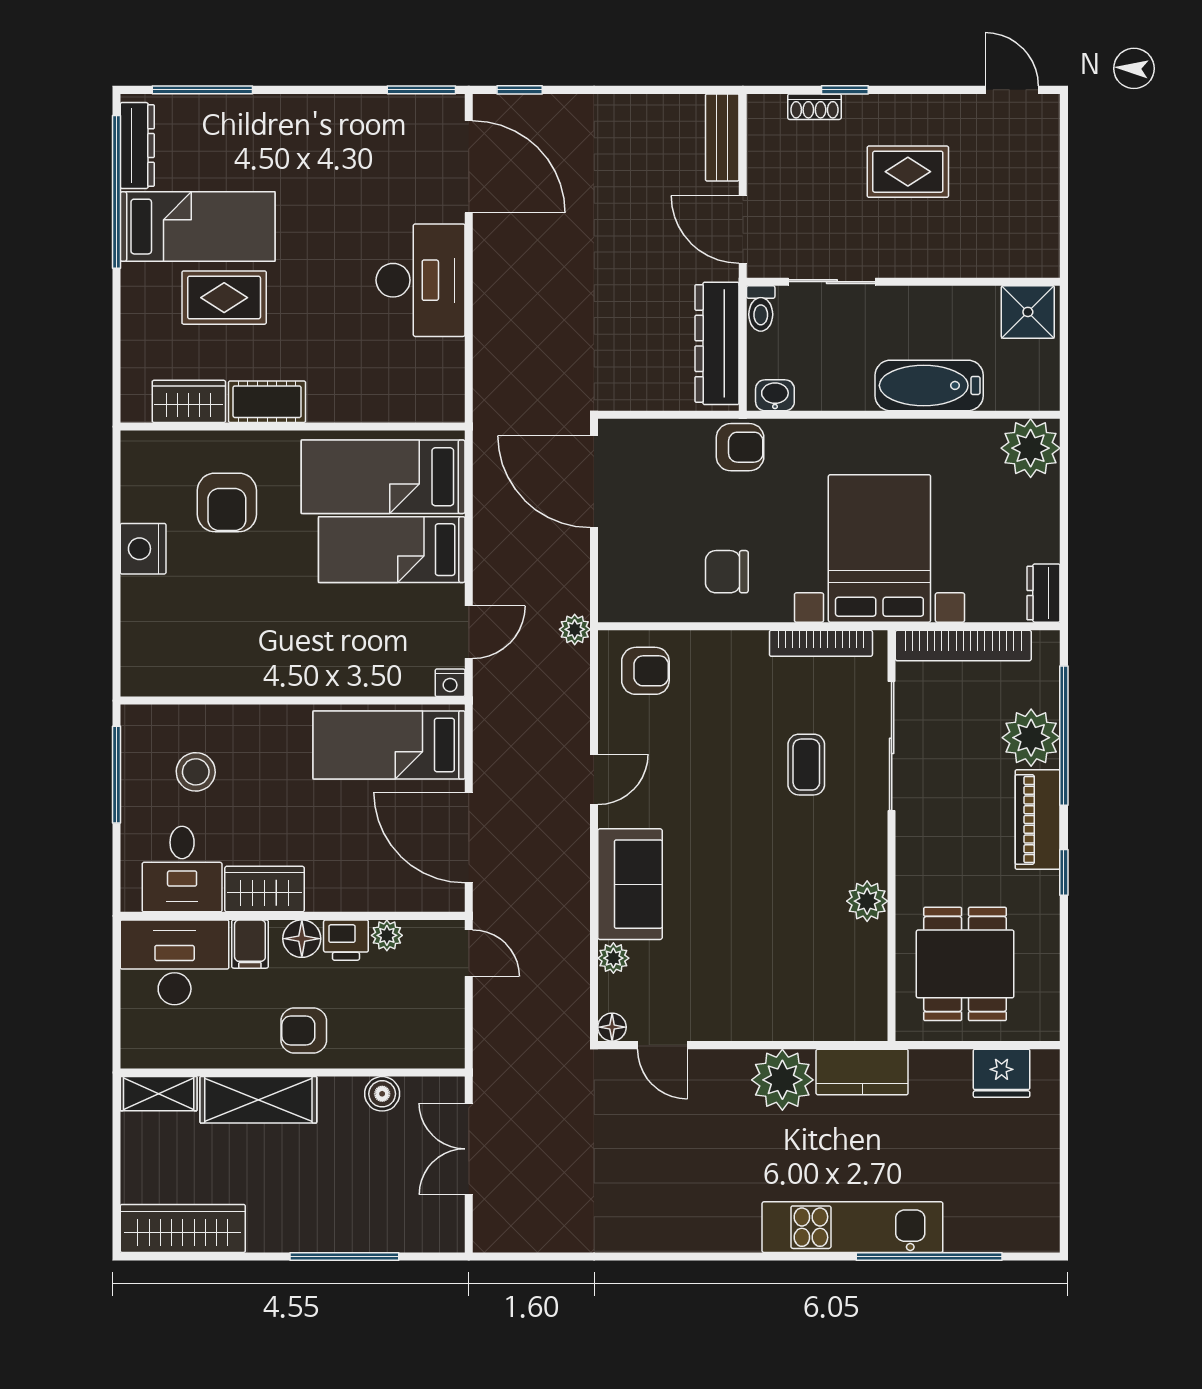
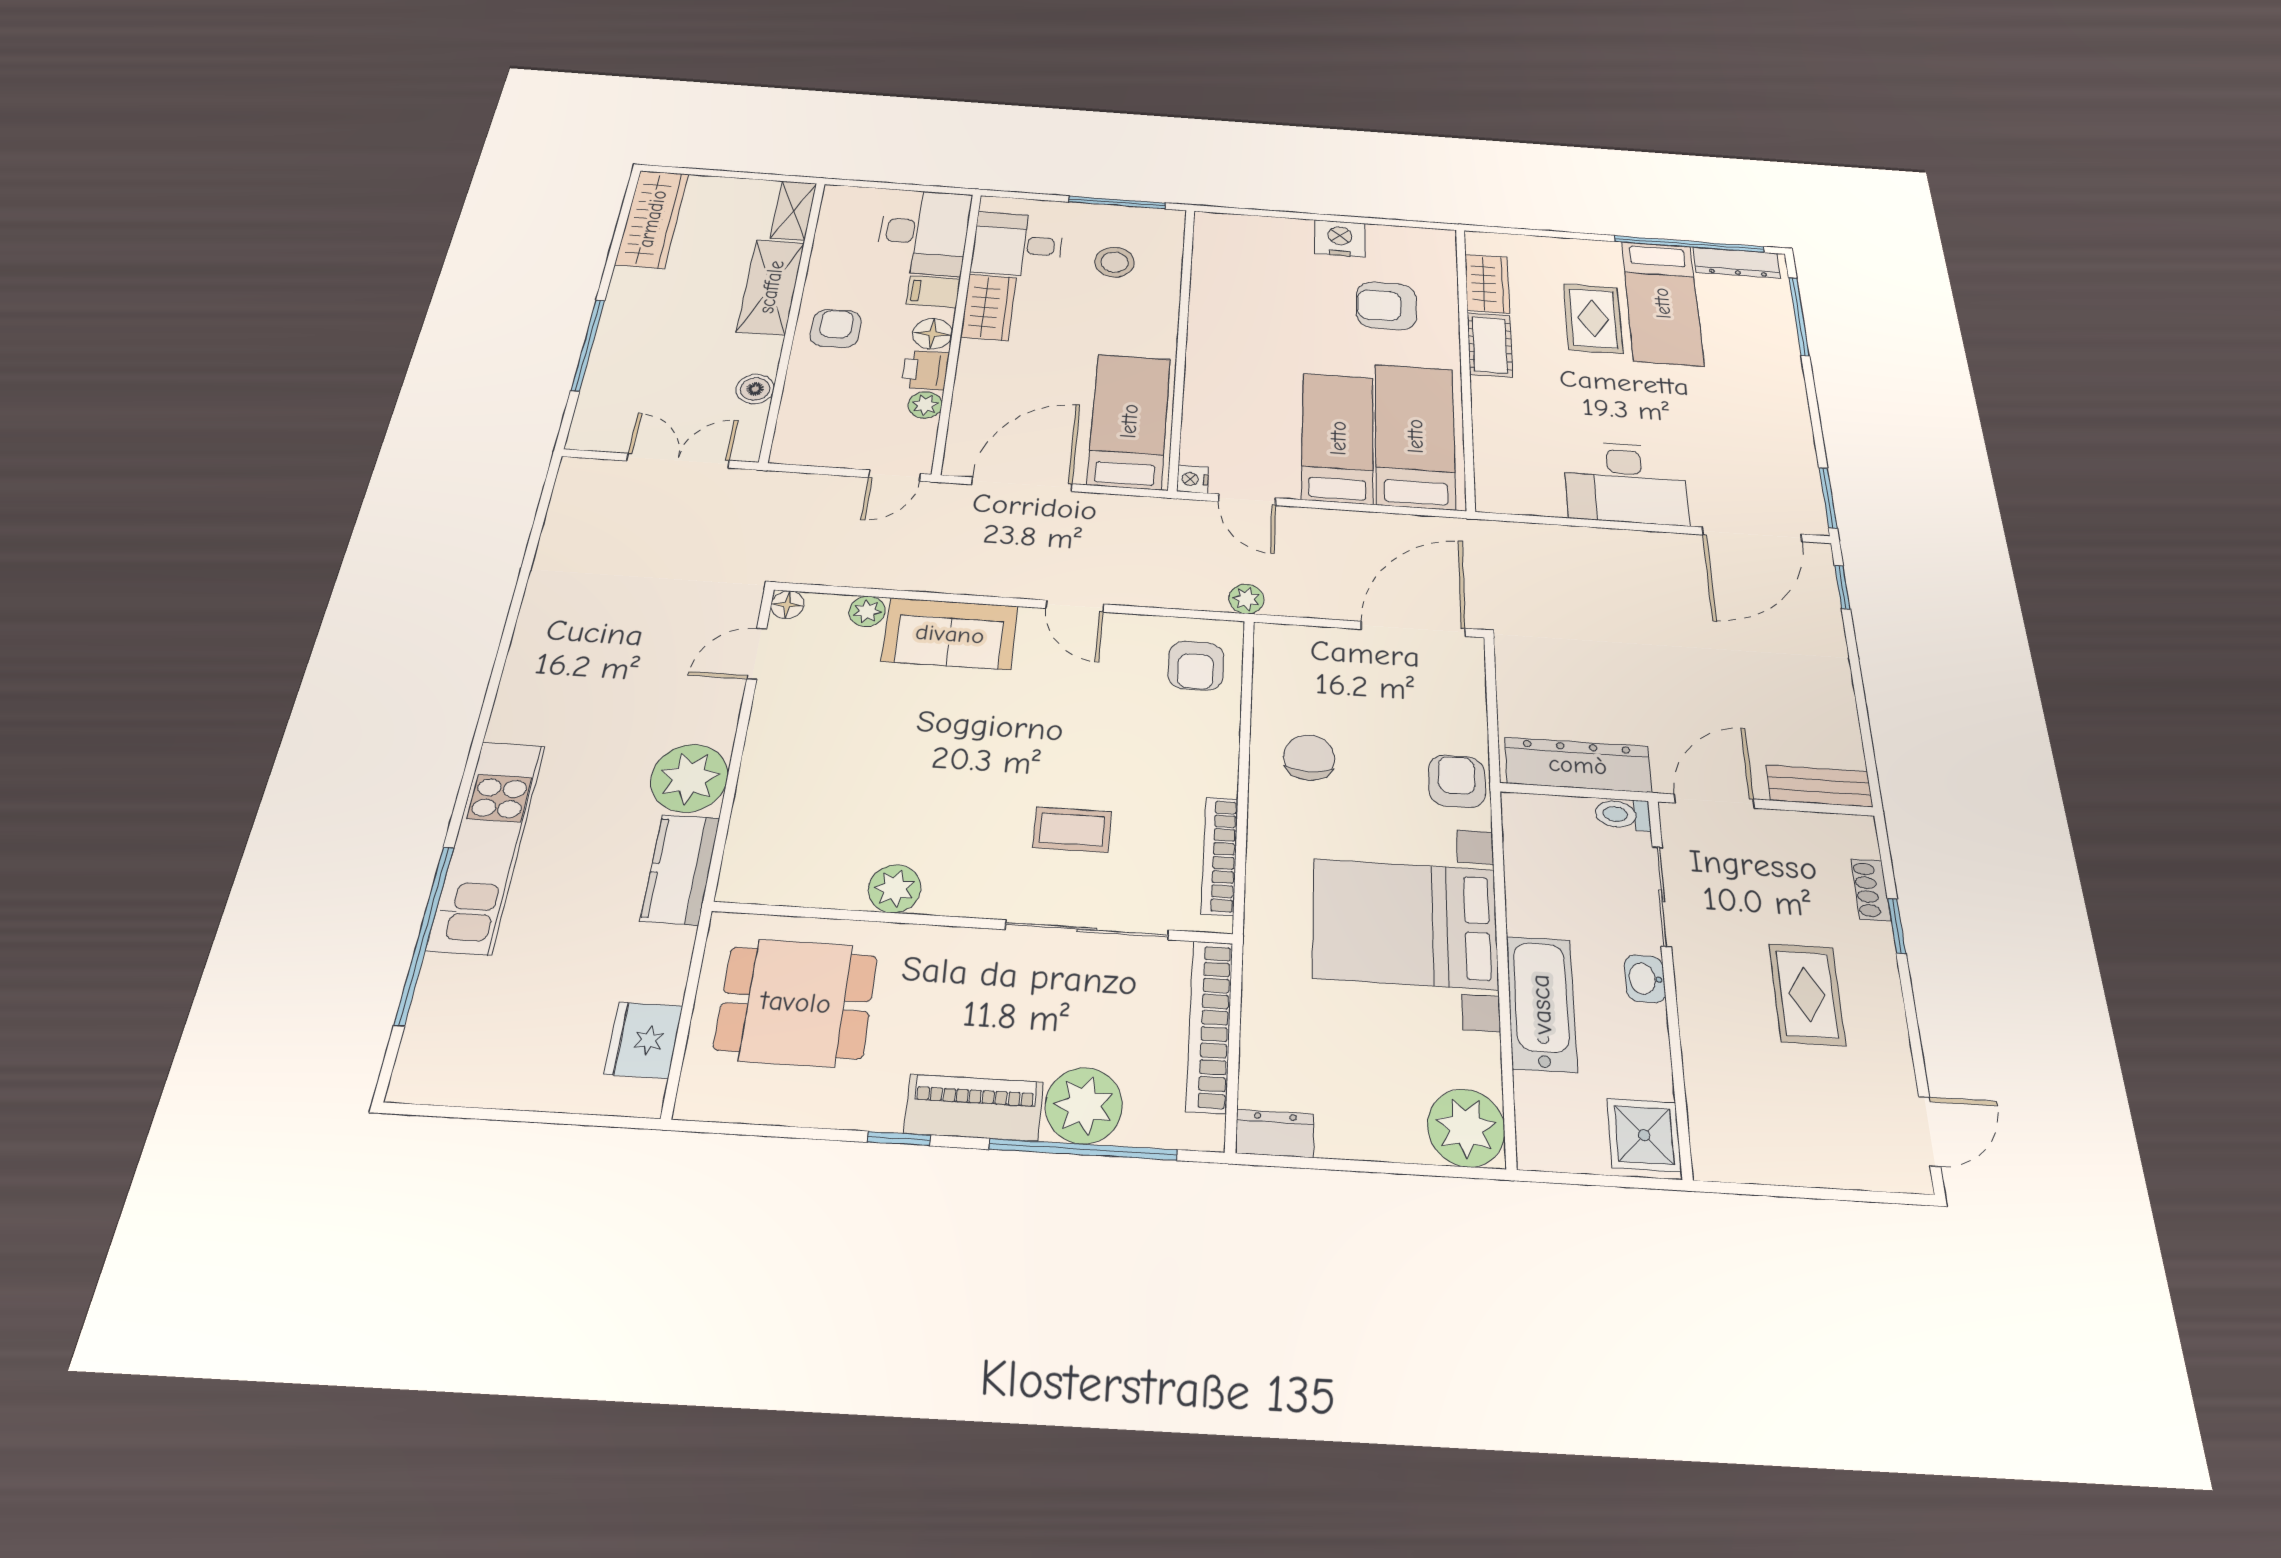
washbasin: (775, 395) -> (1645, 979), moved, turned 180
armchair: (740, 447) -> (1457, 781), turned 180
bed with nightstands: (879, 548) -> (1405, 923), moved, turned 180

